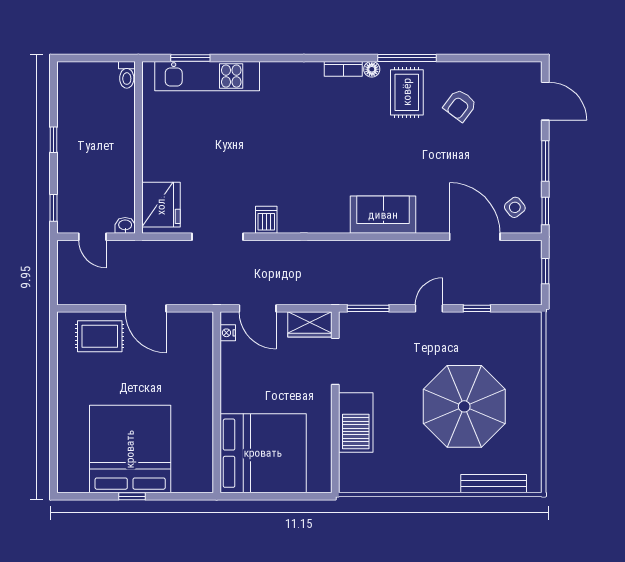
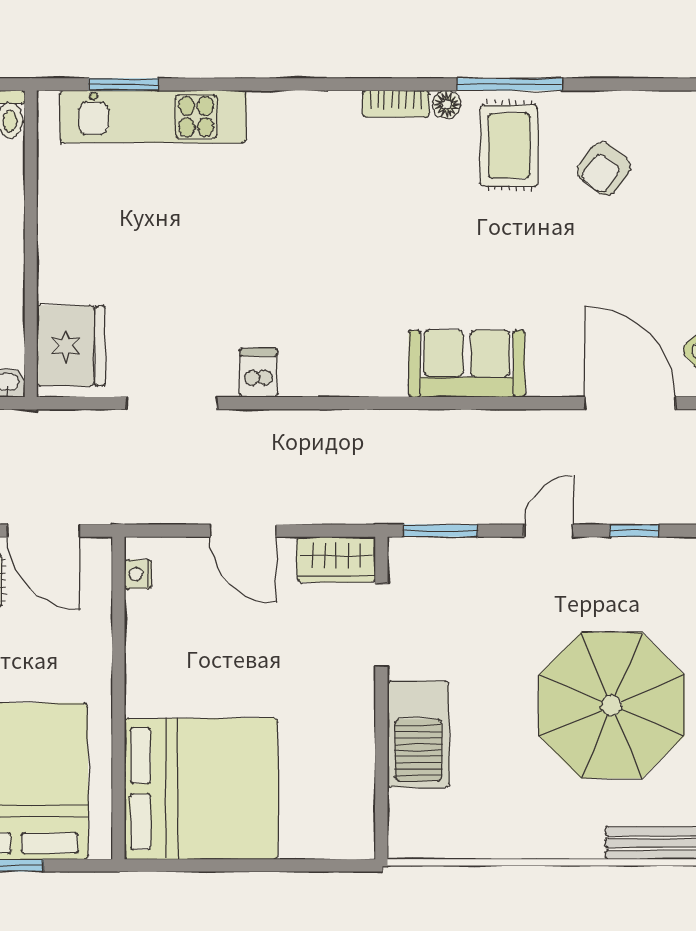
nightstand: (228, 333) -> (138, 574), moved
wall: (217, 402) -> (118, 698), moved
bed: (263, 453) -> (201, 789), moved

